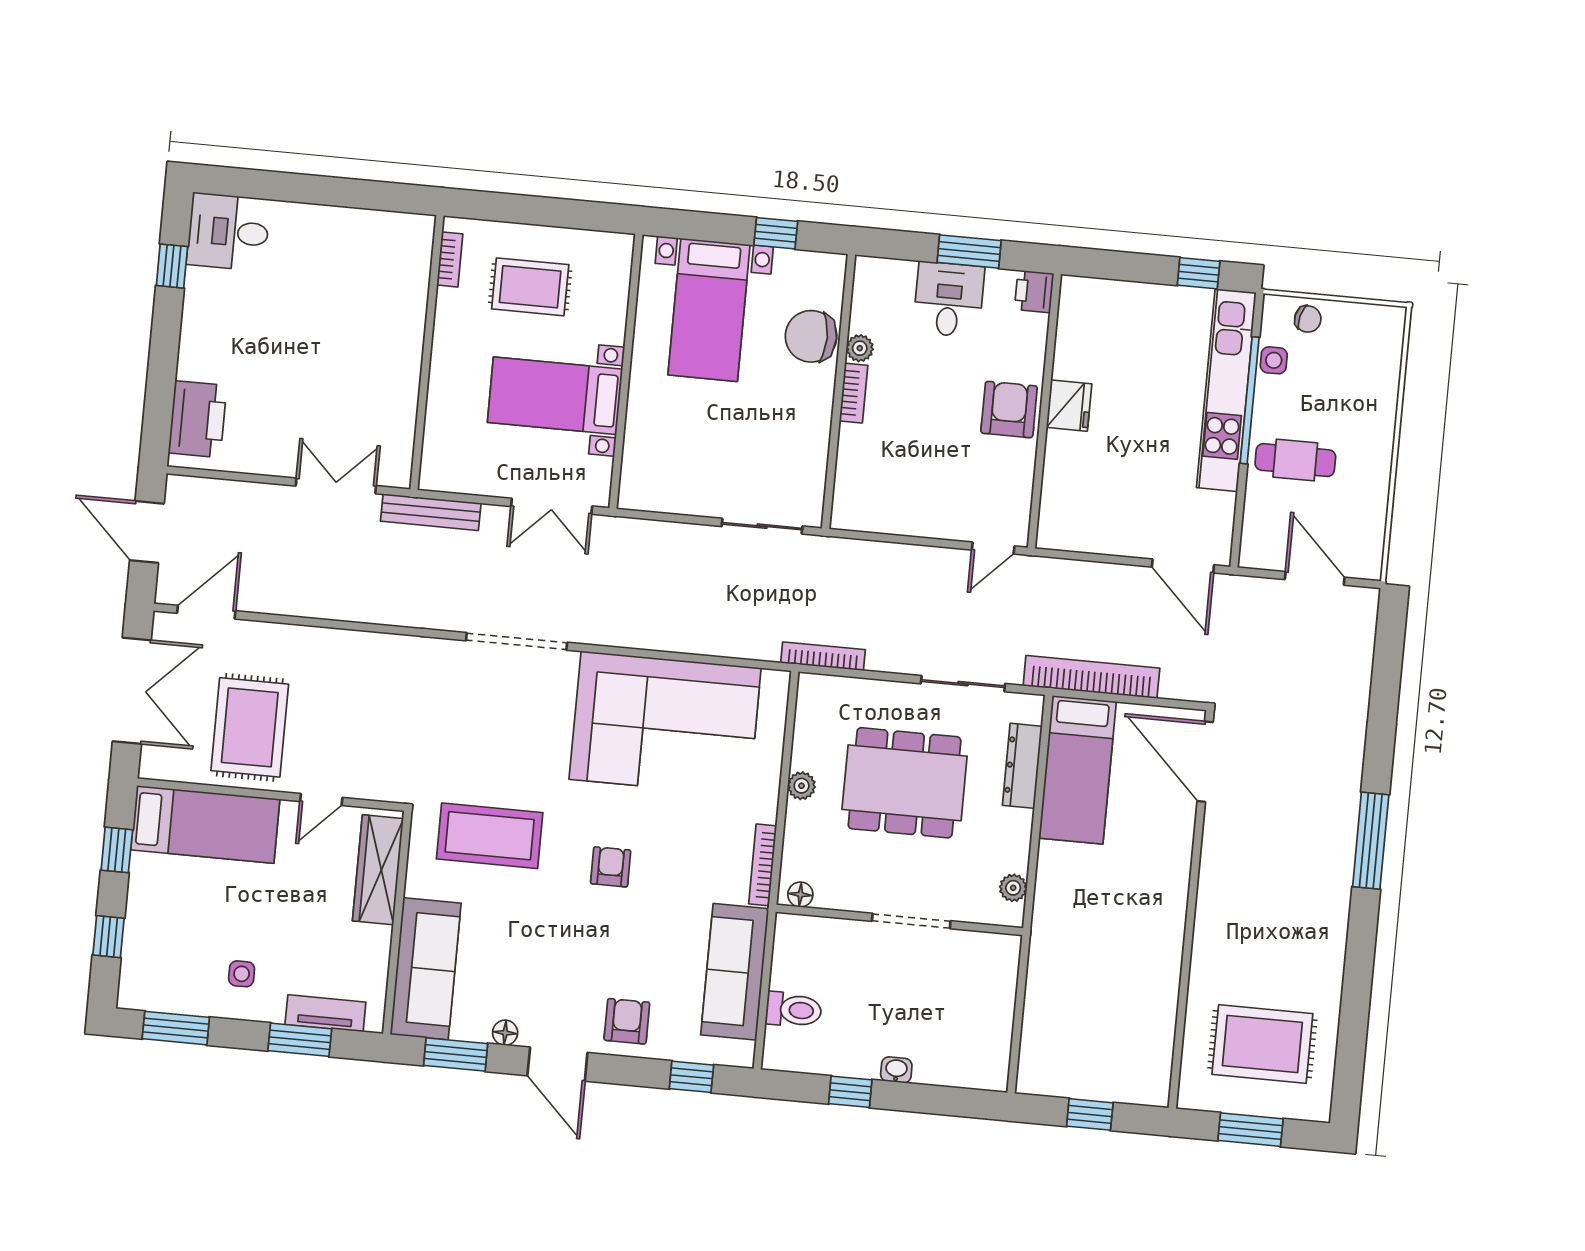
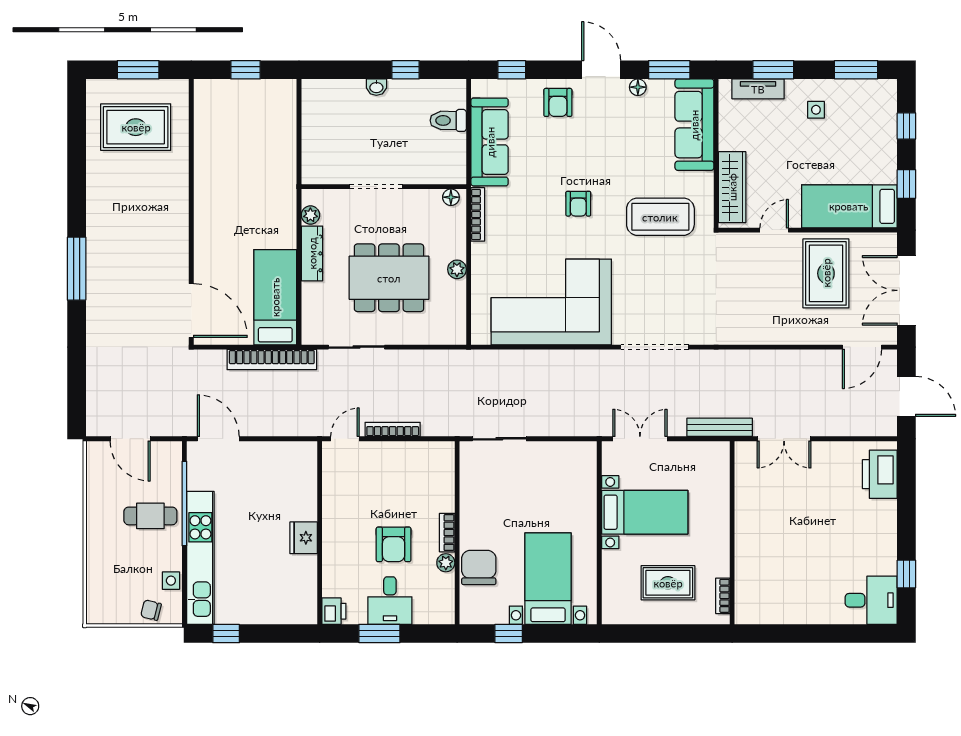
chair: (811, 336) -> (479, 568), turned -90
window: (1250, 400) -> (184, 503), moved
armchair: (1009, 410) -> (394, 544), moved
bookcase: (823, 656) -> (393, 429), moved, turned 180
dresser: (1022, 766) -> (312, 253), moved

